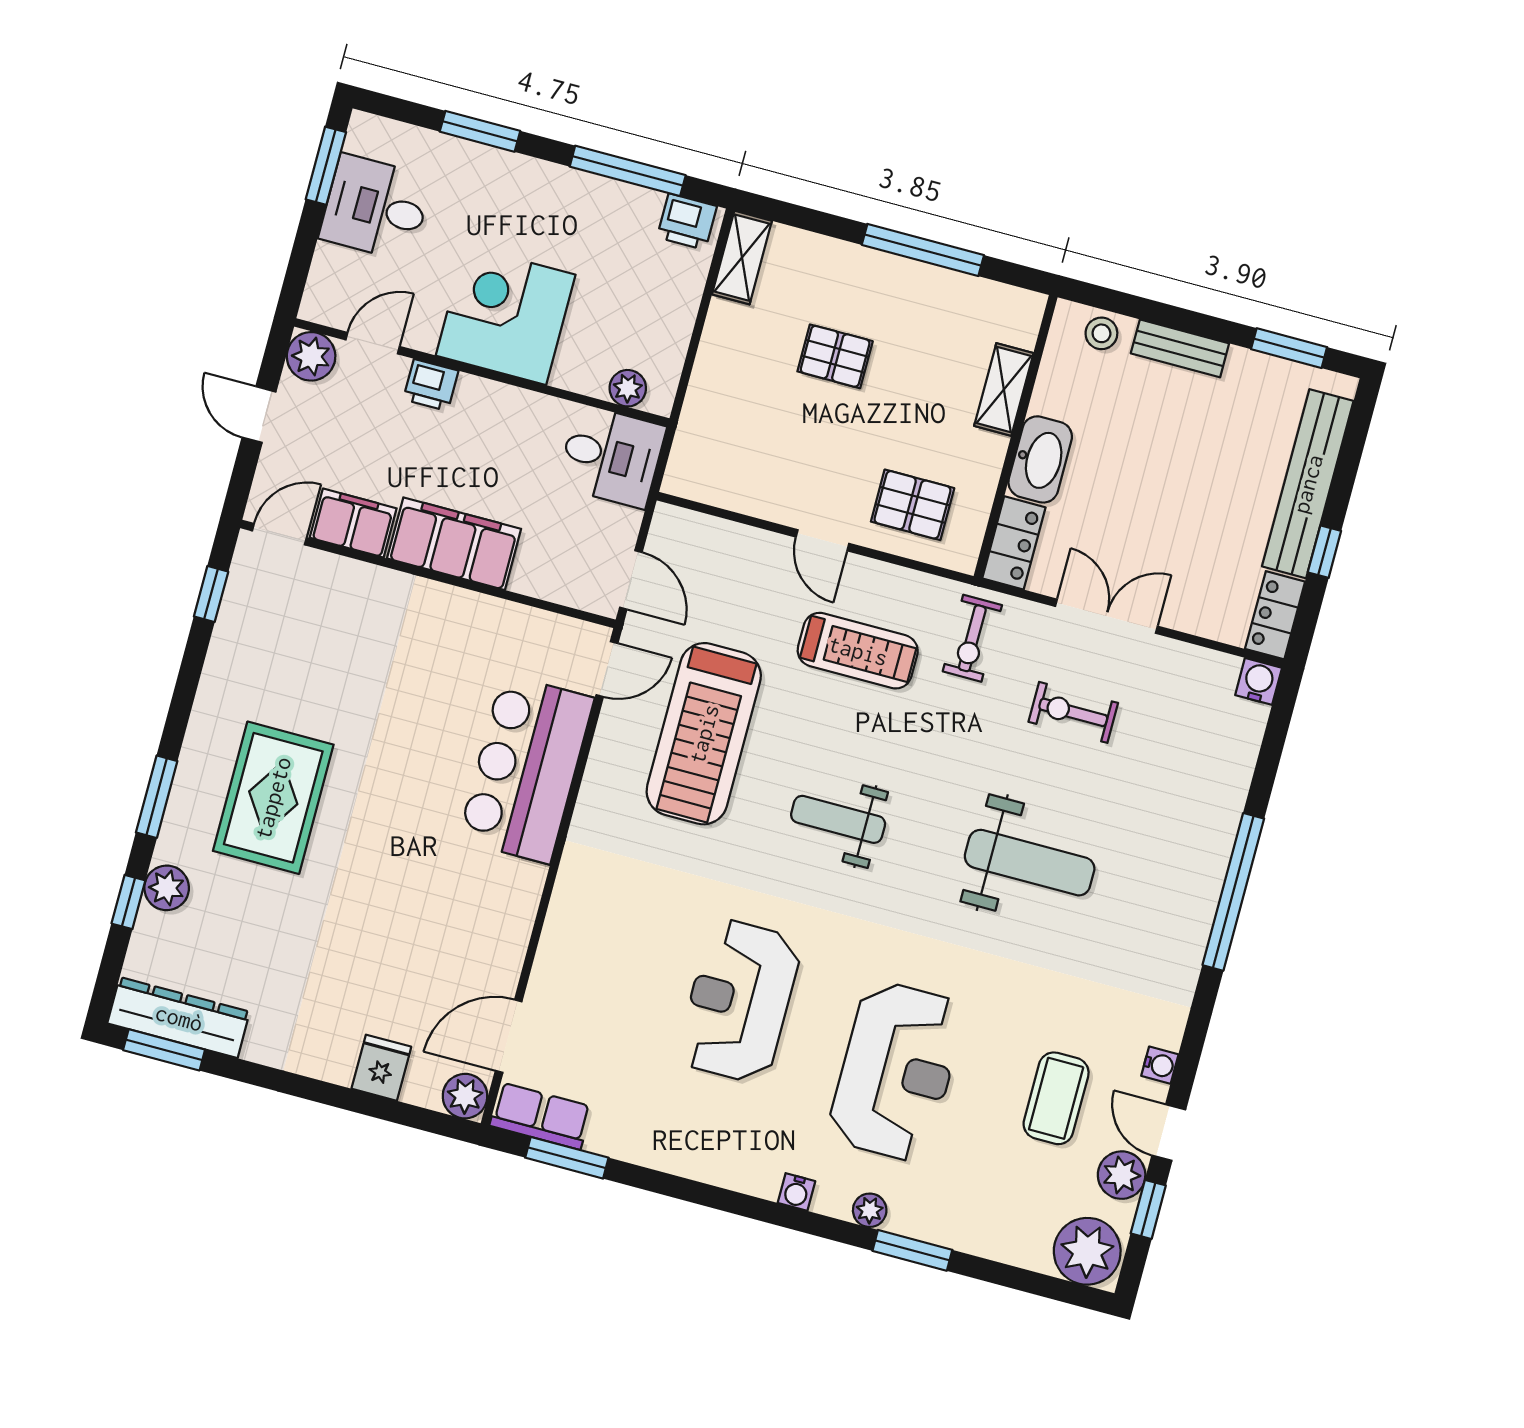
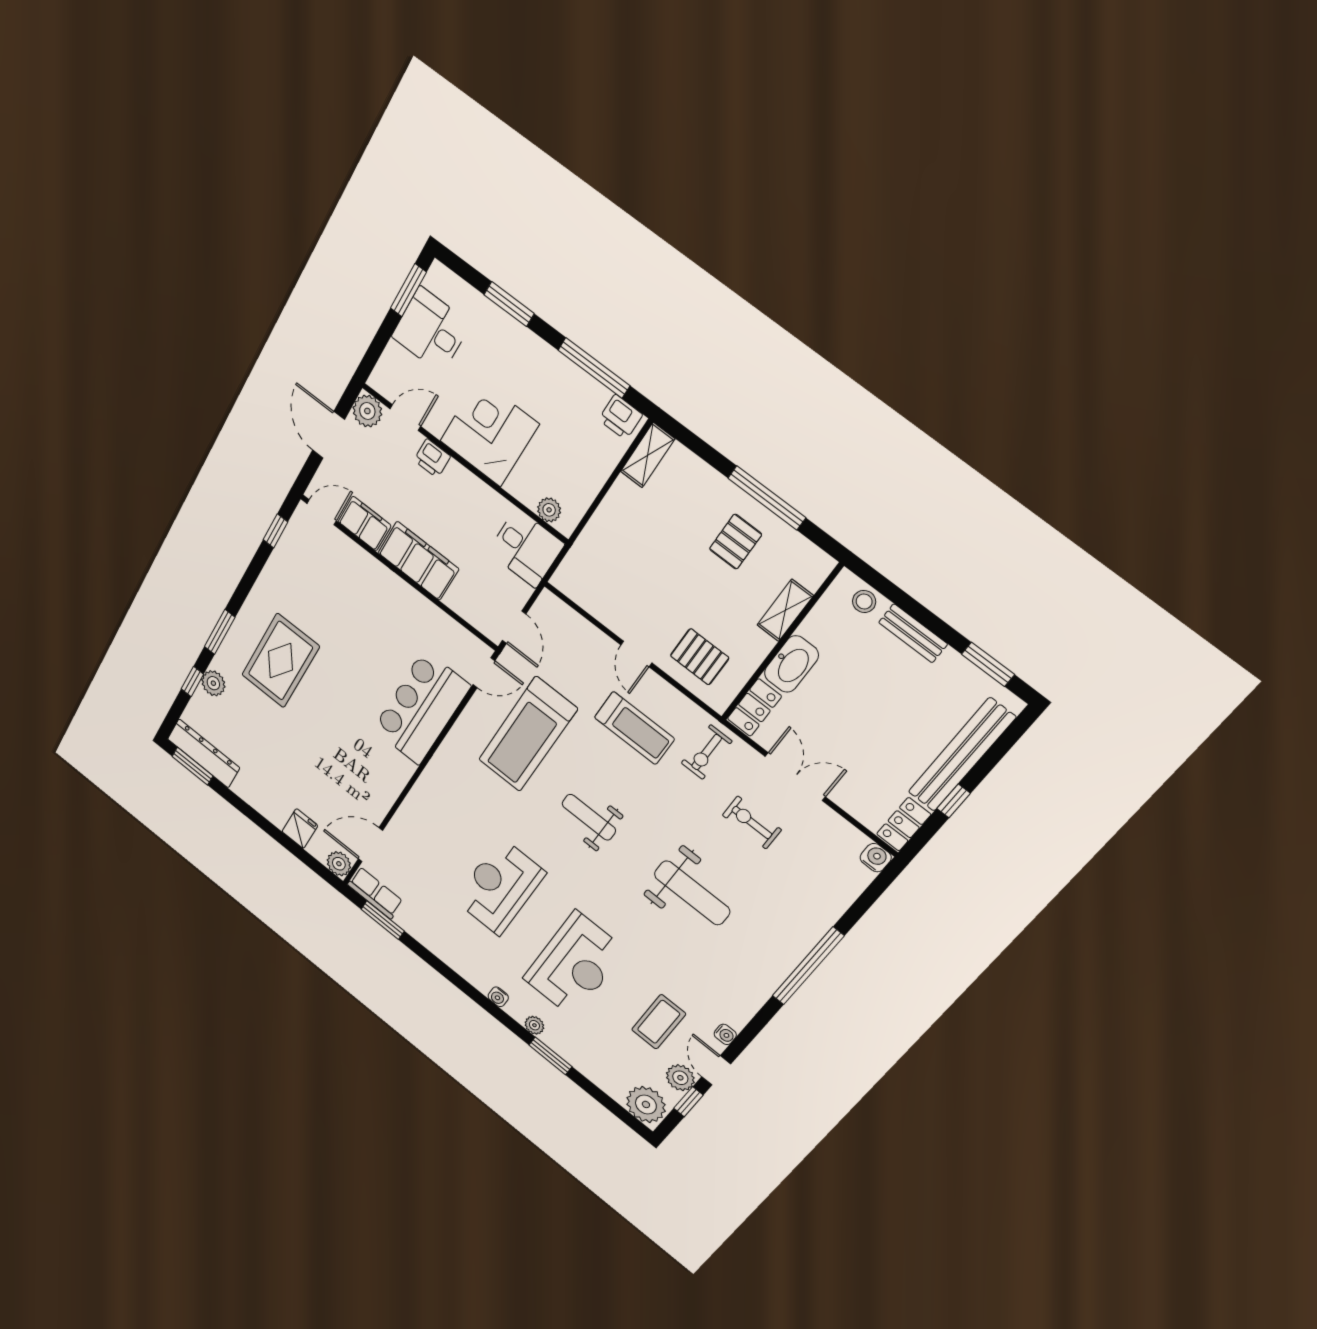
pallet: (835, 356) -> (736, 542), moved, turned 90
door: (259, 415) -> (328, 435), width x1.38

